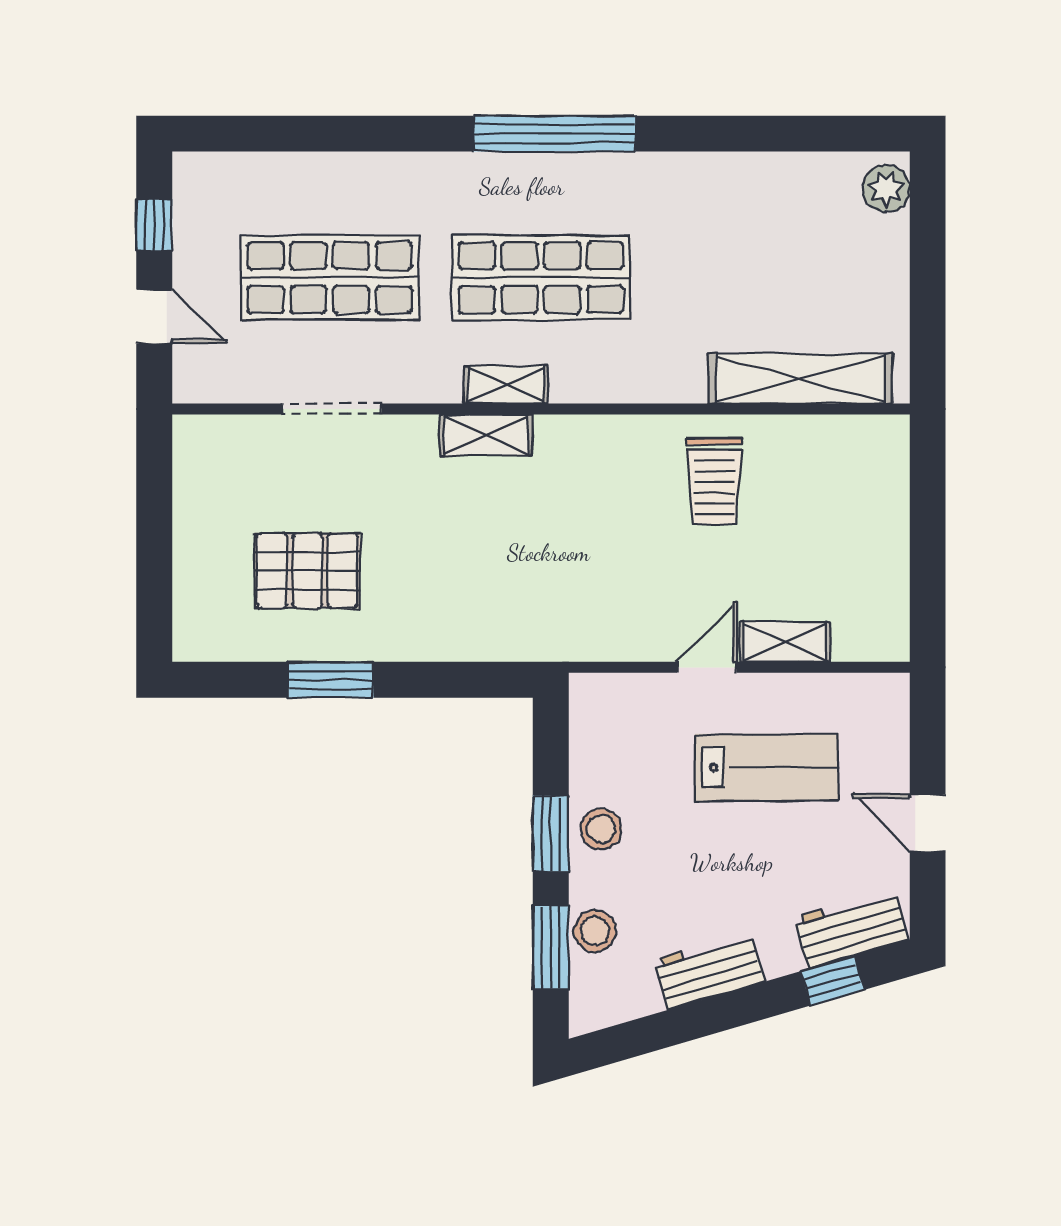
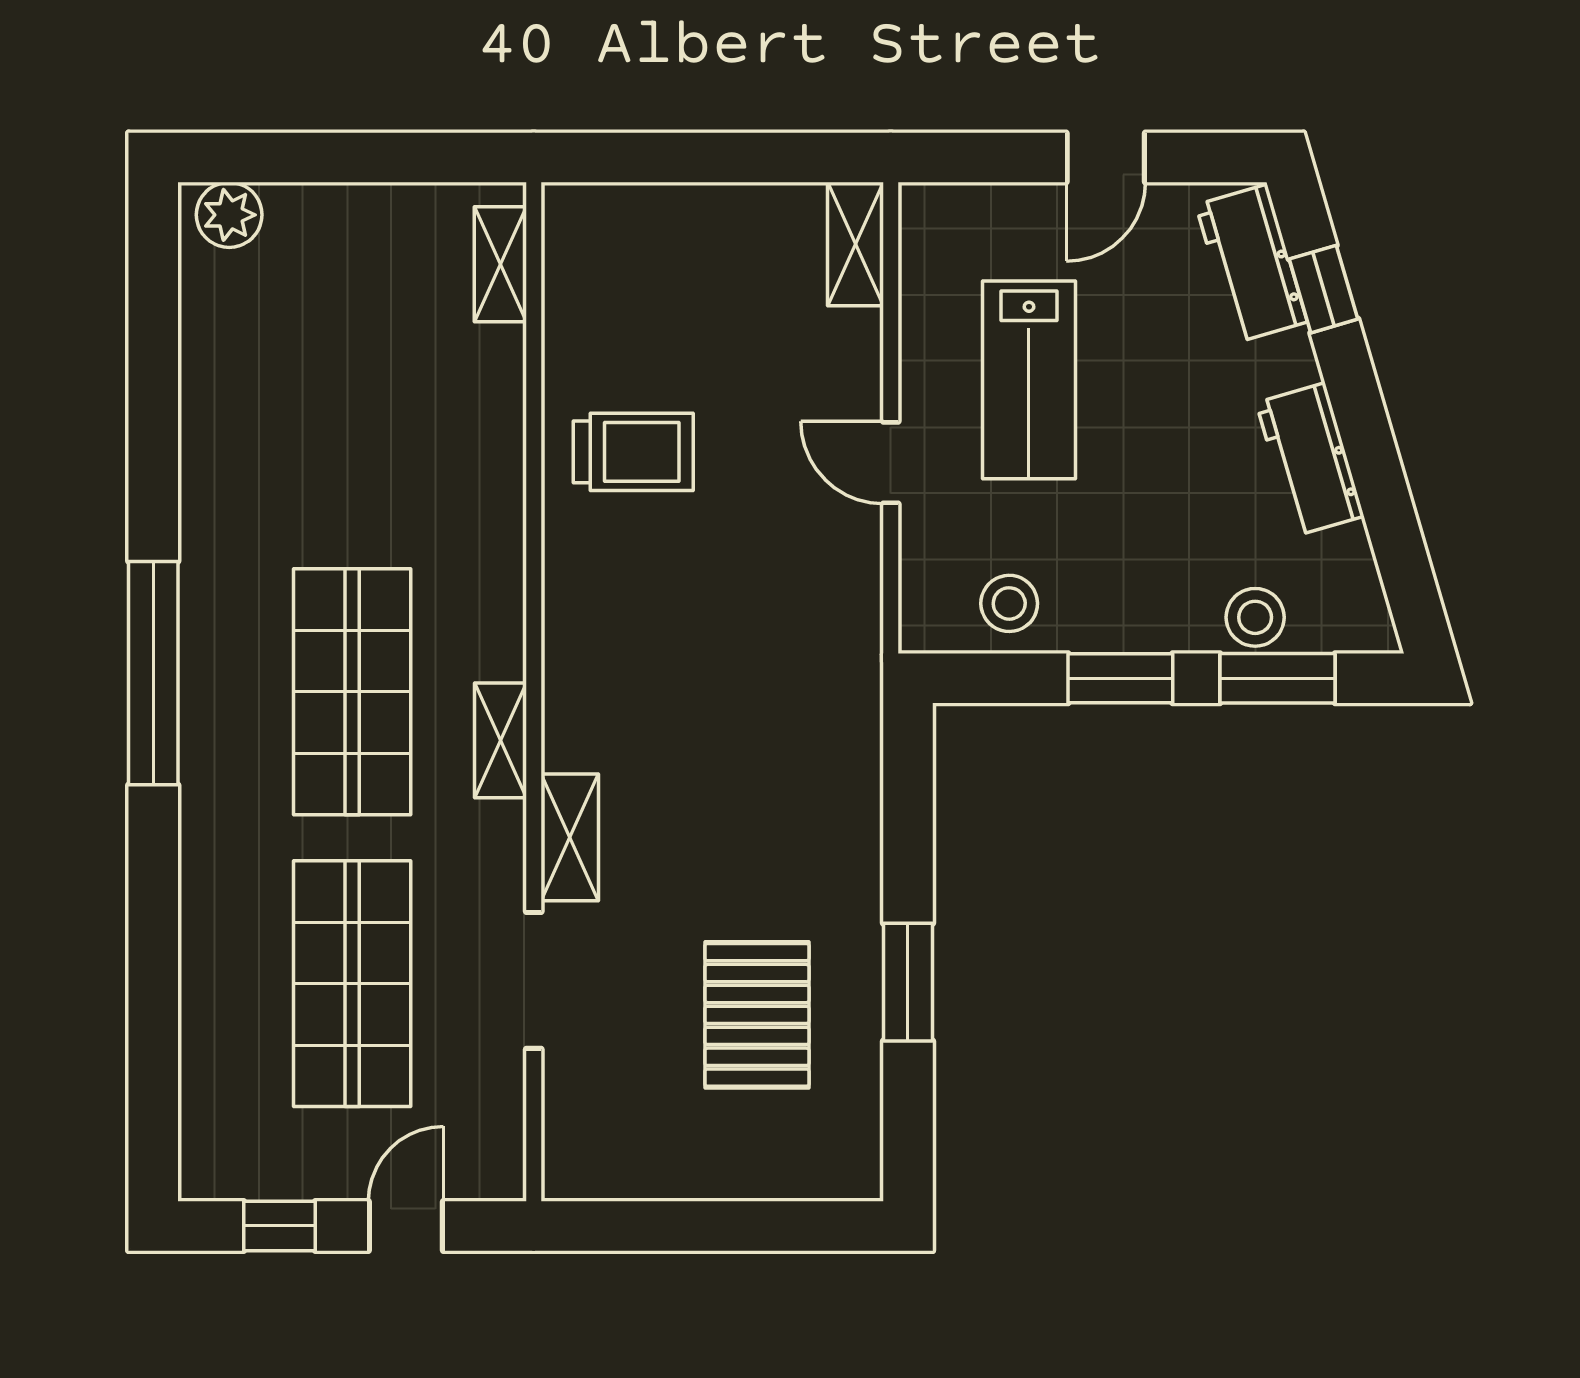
shelving: (800, 379) -> (500, 264), width x0.45, depth x0.75
shelving: (486, 435) -> (570, 837), moved
shelving: (785, 642) -> (855, 244), moved
lab bench: (767, 767) -> (1029, 380), turned 180
stool: (601, 829) -> (1009, 603), moved

